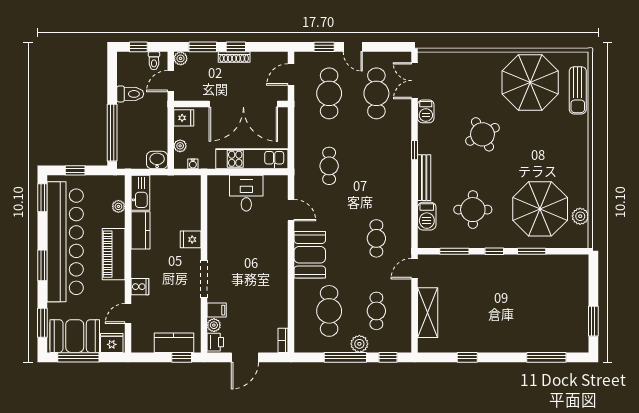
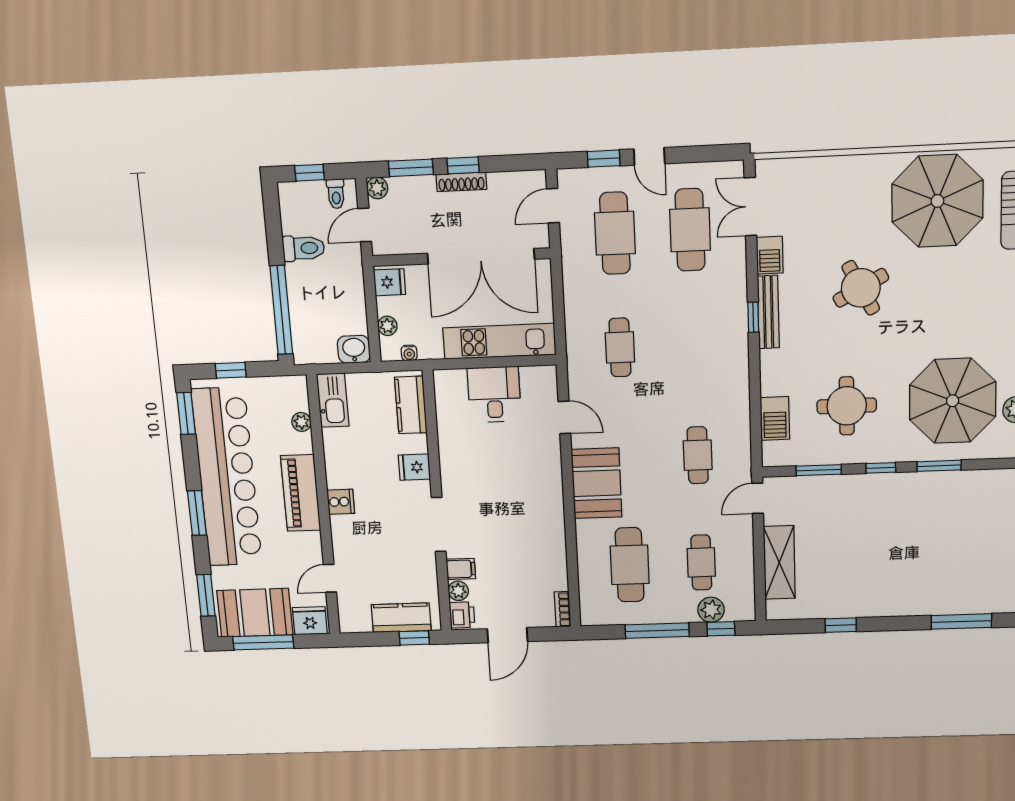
bench: (424, 178) -> (768, 312), moved
kitchen counter: (140, 230) -> (411, 405), moved, turned 180
cooker: (140, 287) -> (341, 502), moved
plant: (359, 344) -> (711, 610), moved

